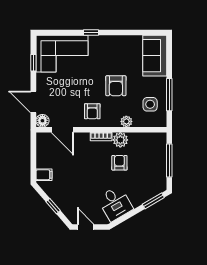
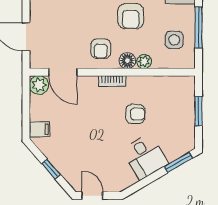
floor lamp: (42, 121) -> (127, 61), moved
plant: (120, 140) -> (39, 85), moved
window: (169, 160) -> (198, 111), width x0.69
armchair: (119, 163) -> (135, 114), turned 90
desk: (115, 203) -> (145, 157), moved

